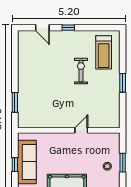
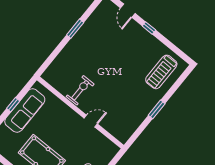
exercise bike: (81, 71) -> (80, 90), moved
window: (15, 102) -> (75, 29), moved

